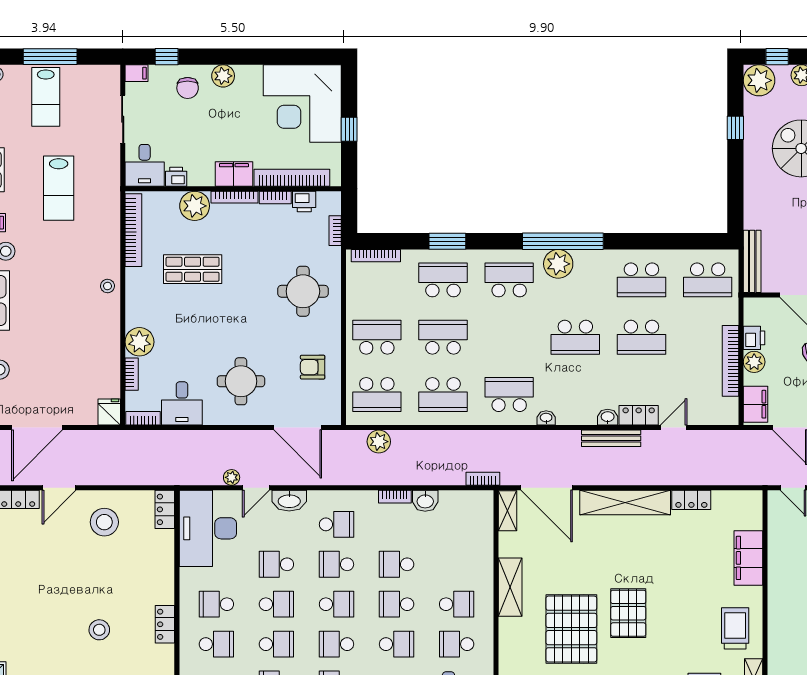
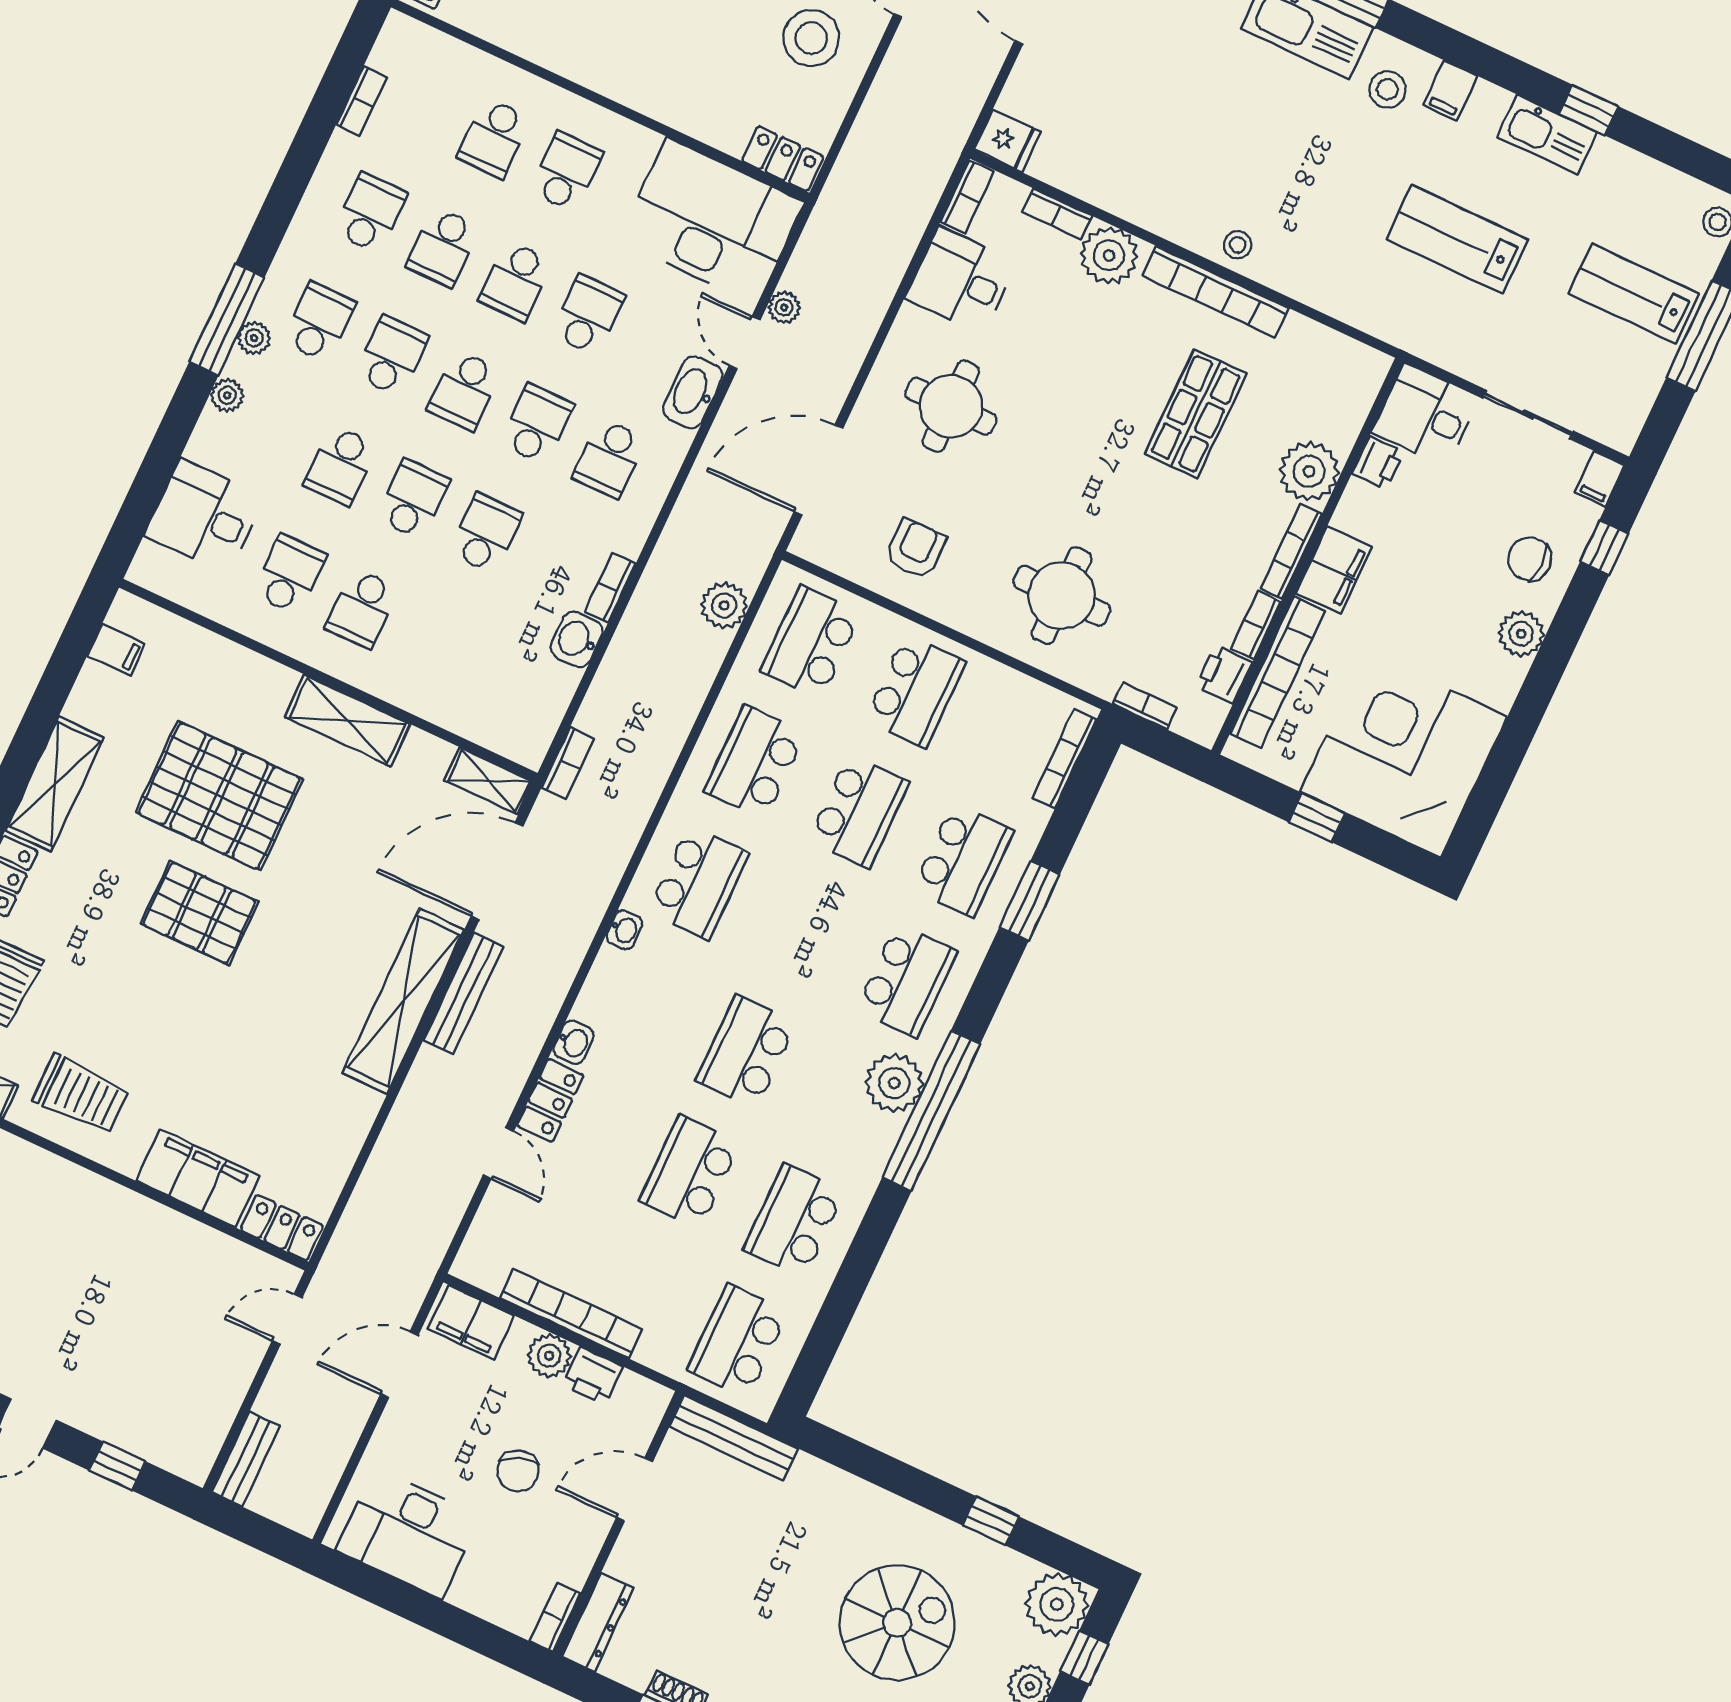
bookcase: (133, 230) -> (1215, 292), moved
bench: (611, 438) -> (464, 993), moved
locker: (691, 500) -> (282, 1228), moved, turned 90
locker: (165, 624) -> (574, 61), removed

